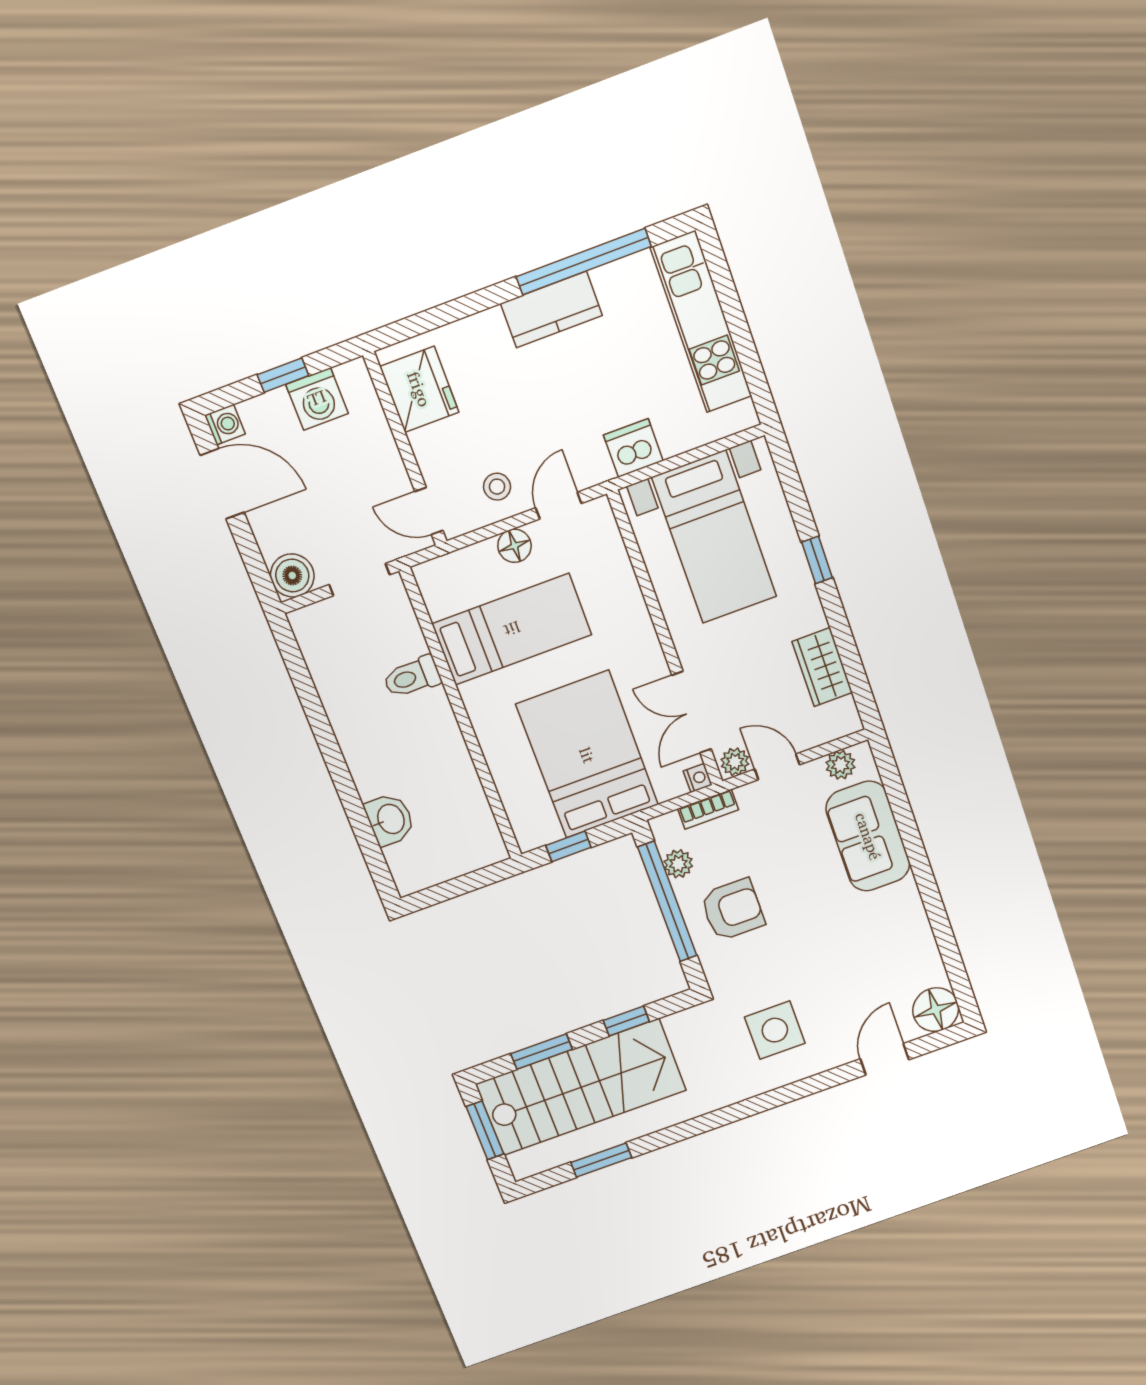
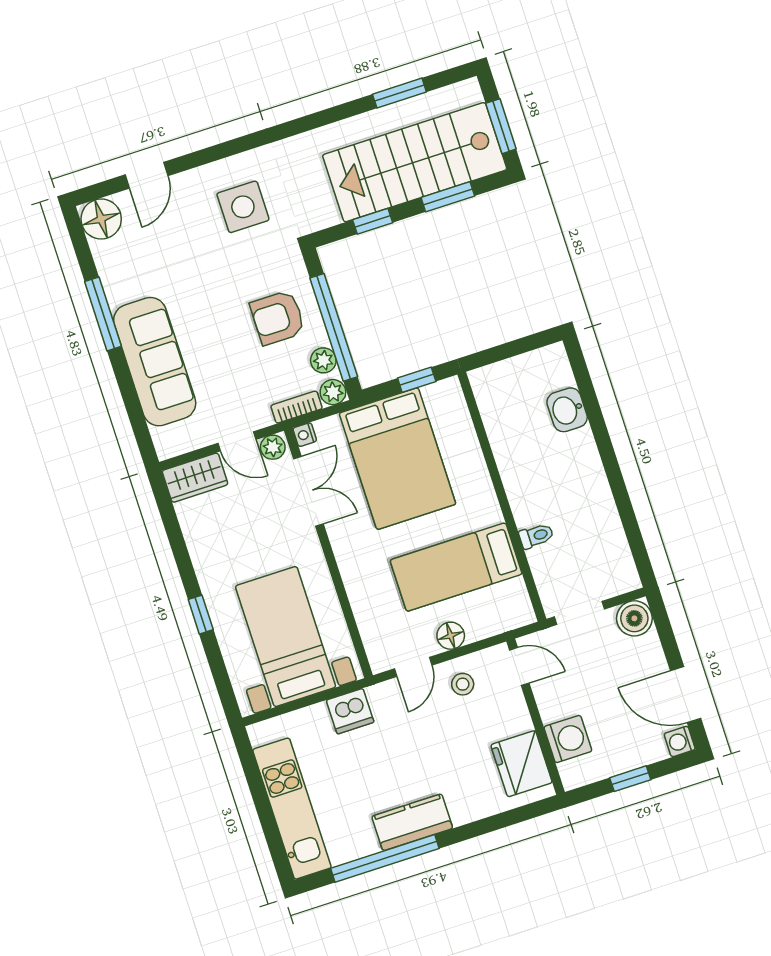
washing machine: (317, 399) -> (568, 739), moved, turned 90
wardrobe: (822, 667) -> (195, 478), moved, turned 90
toilet: (412, 677) -> (536, 536), width x0.73, depth x0.72
plant: (840, 765) -> (333, 392), moved
sofa: (868, 836) -> (155, 362), width x1.36
window: (934, 905) -> (103, 314), added

